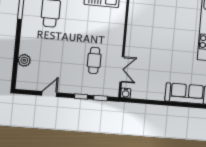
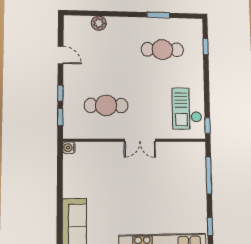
cafe table: (94, 60) -> (106, 105), width x1.37, depth x1.35
double door: (122, 69) -> (140, 140), moved

